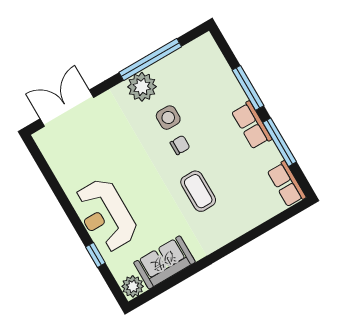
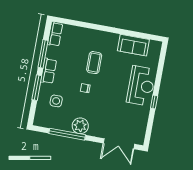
side table: (168, 118) -> (56, 101), moved
window: (95, 255) -> (154, 102), moved
plant: (133, 286) -> (155, 46), removed

